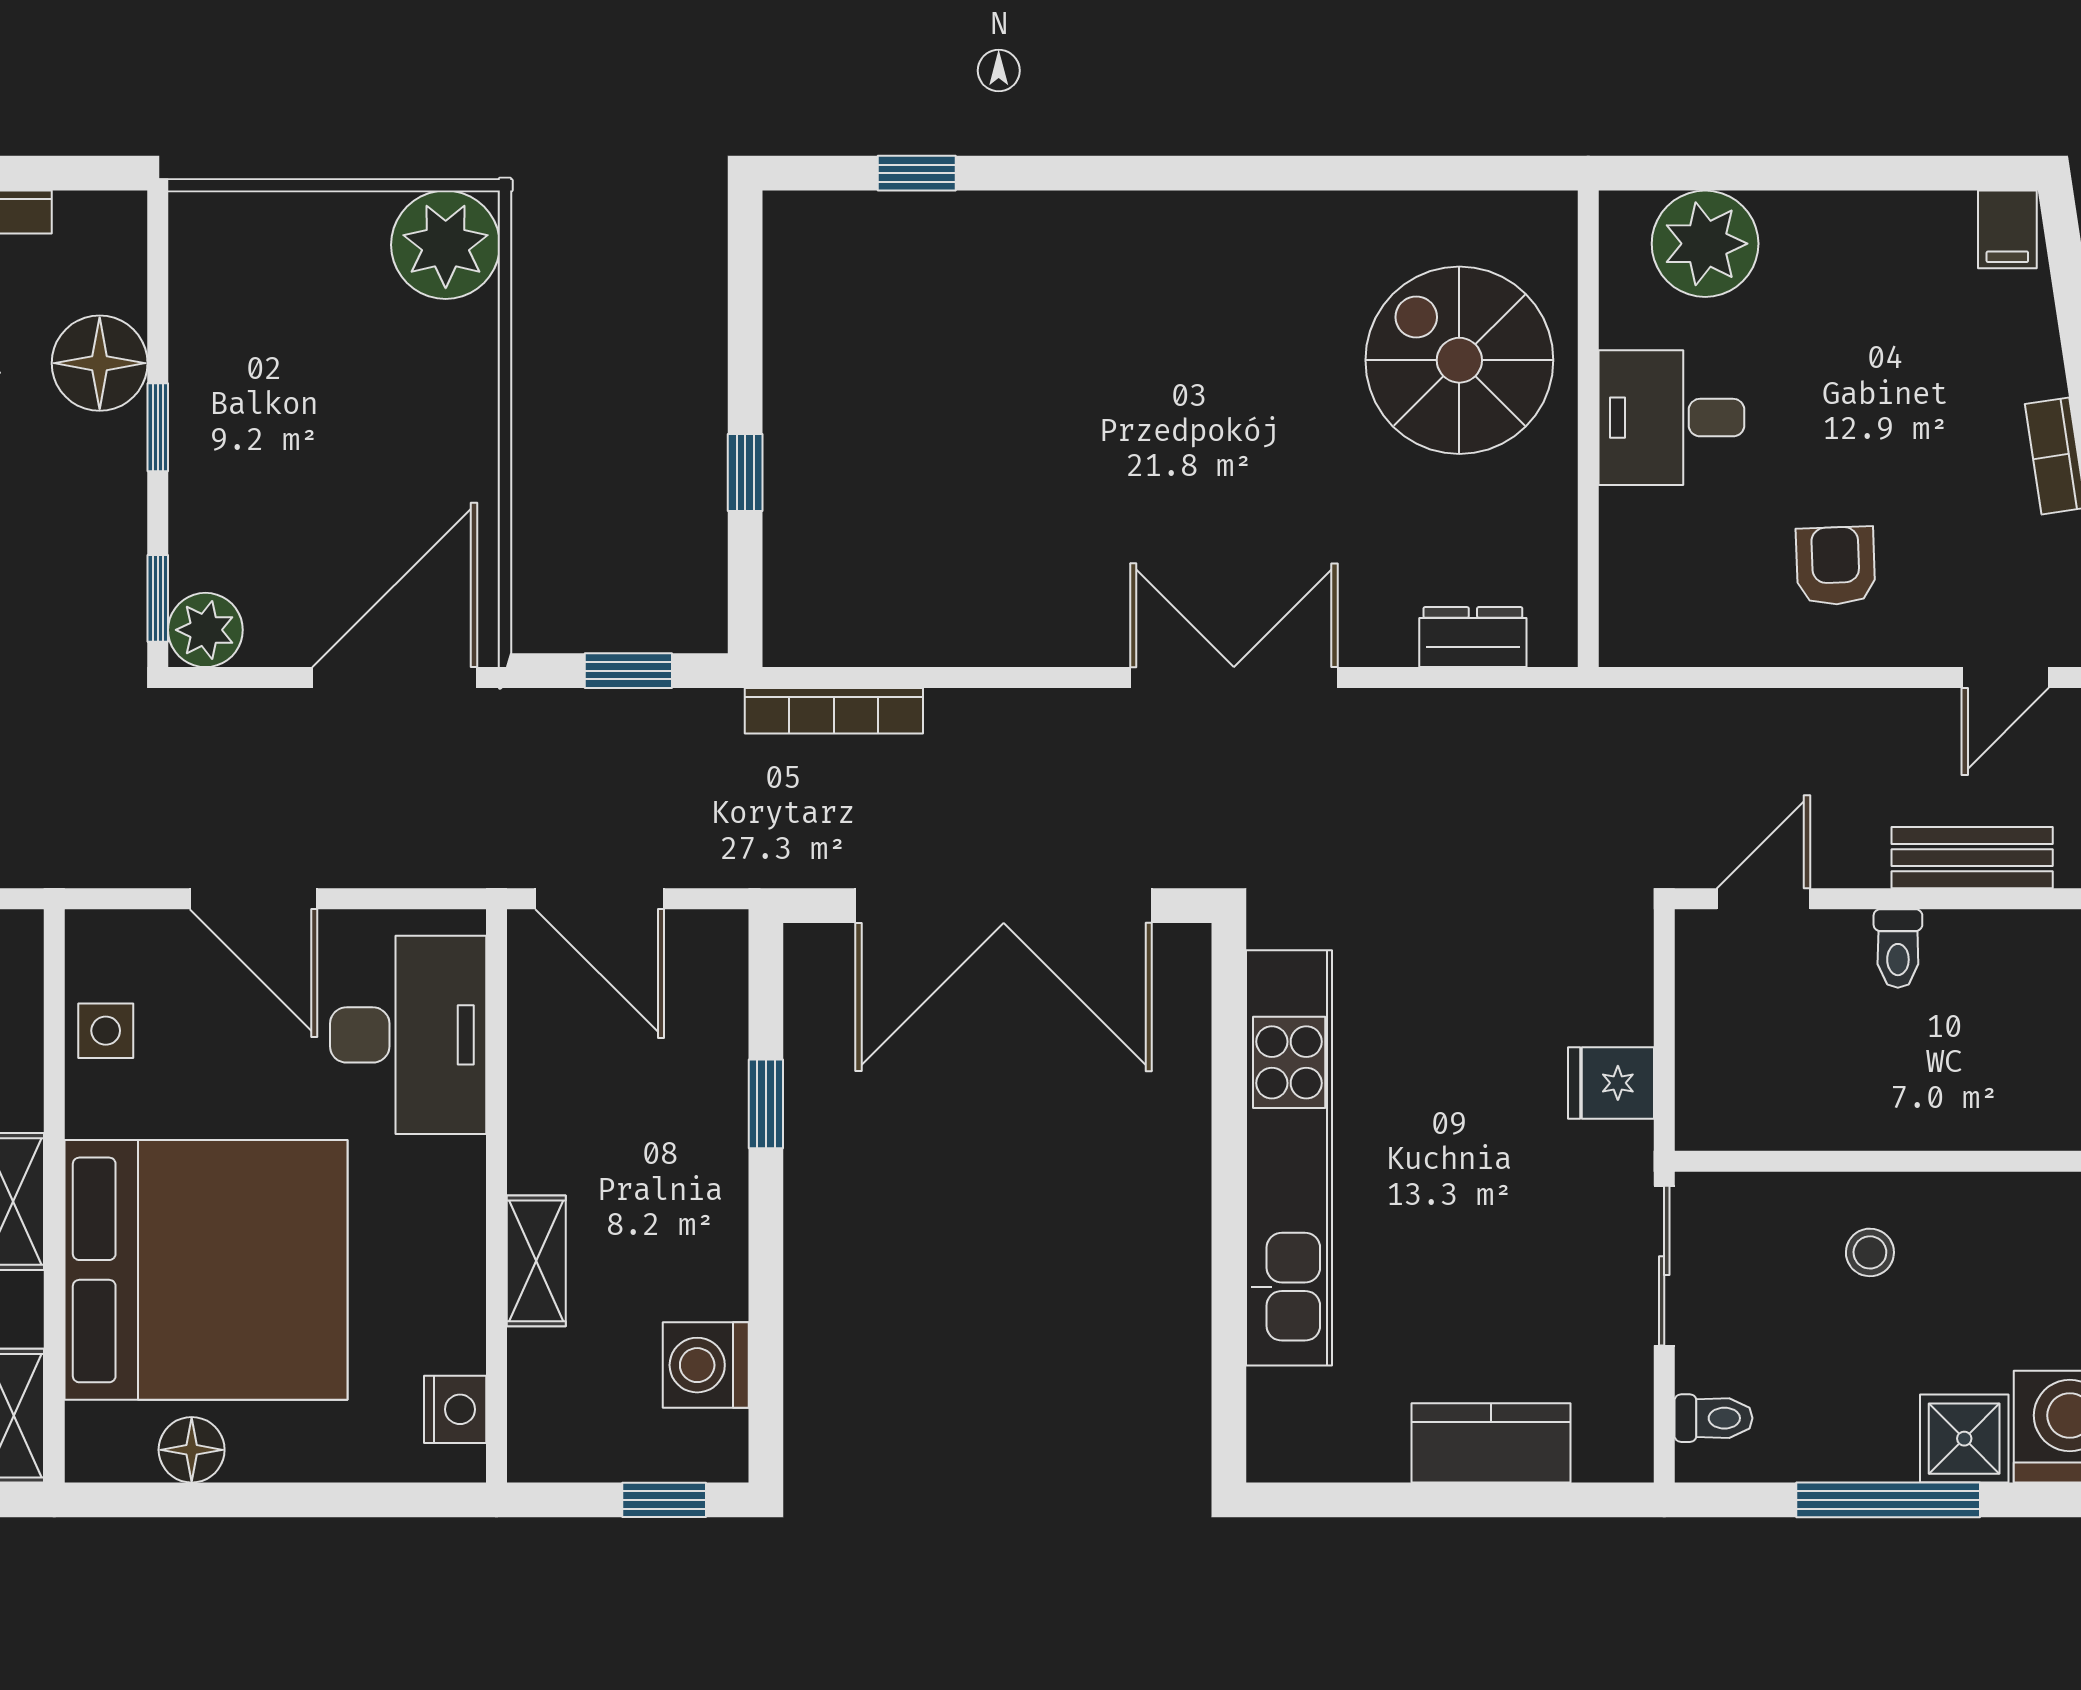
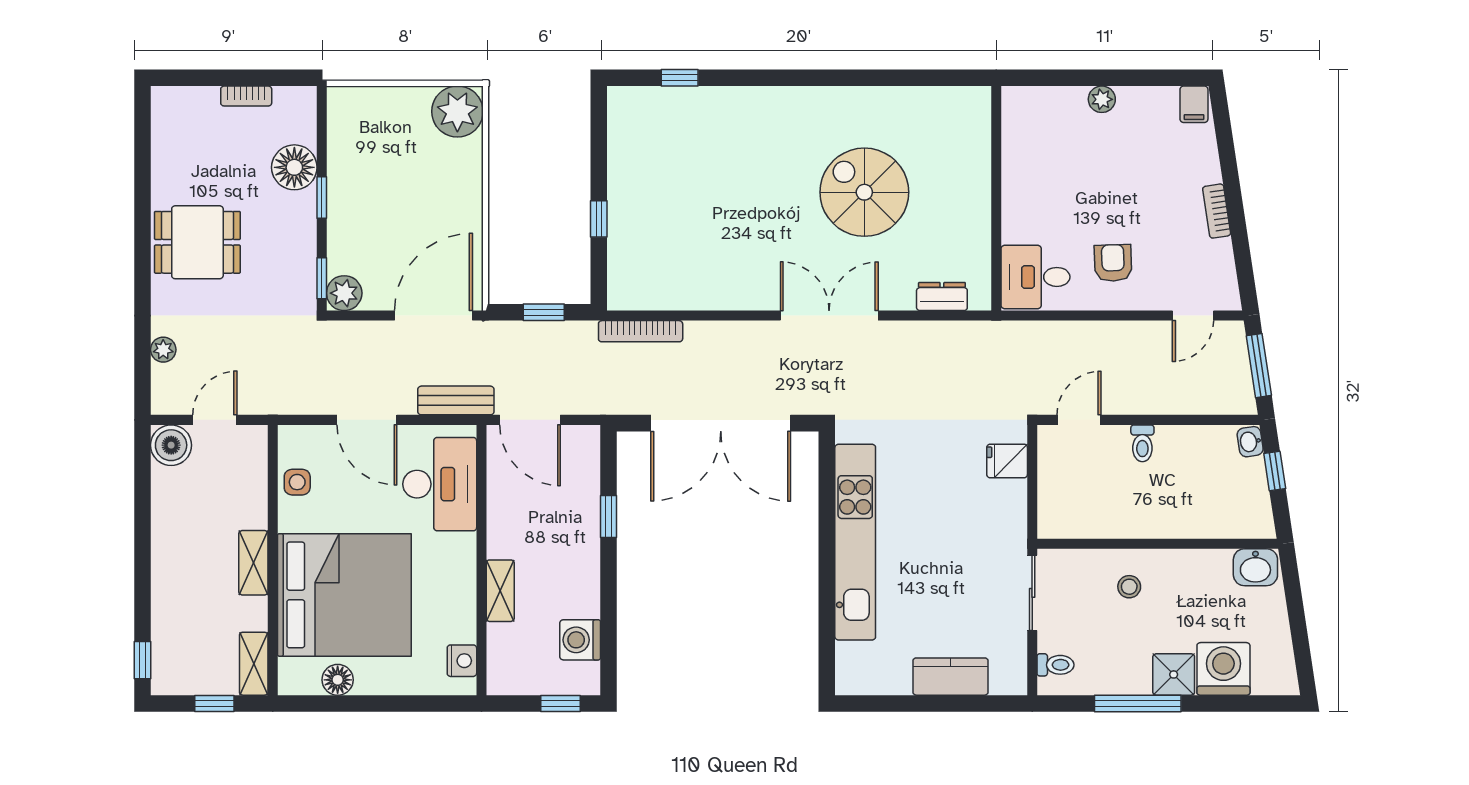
plant: (1705, 244) -> (1102, 99), moved, width x0.53, depth x0.53
spiral stairs: (1459, 360) -> (864, 192), moved
desk: (1671, 418) -> (1036, 277), moved
bench: (1972, 858) -> (456, 400), moved
fridge: (1611, 1083) -> (1007, 461), moved

